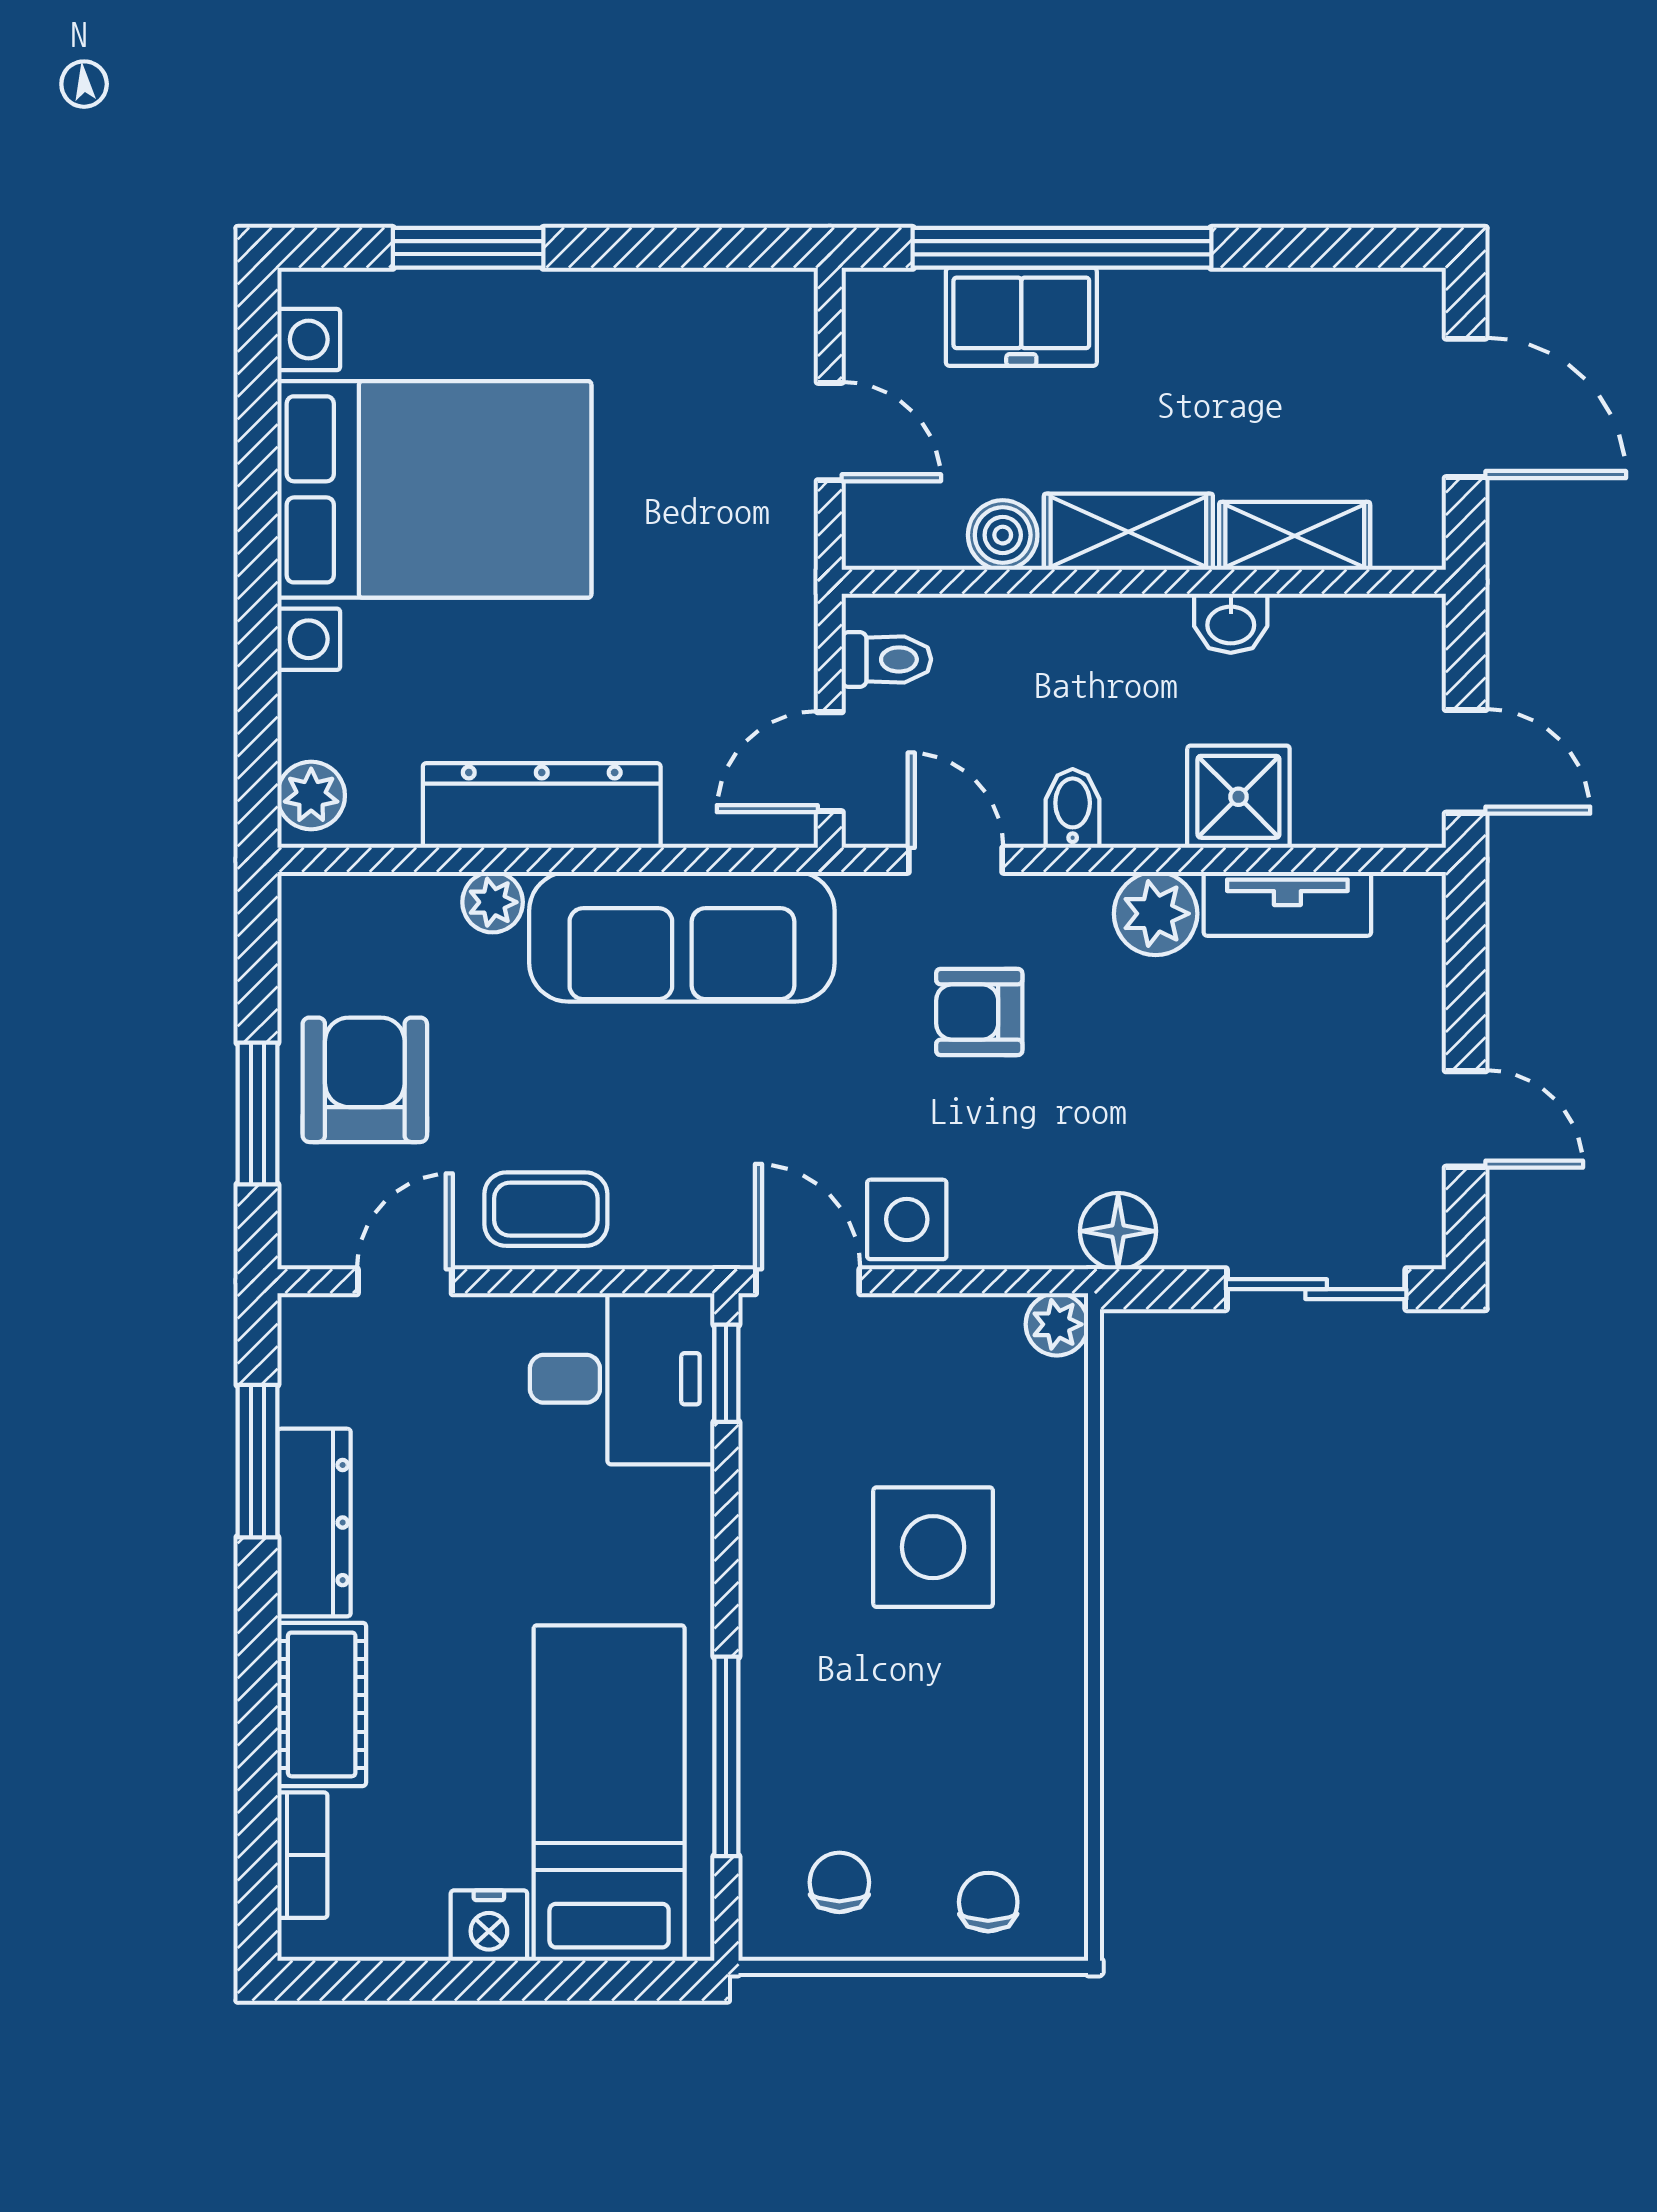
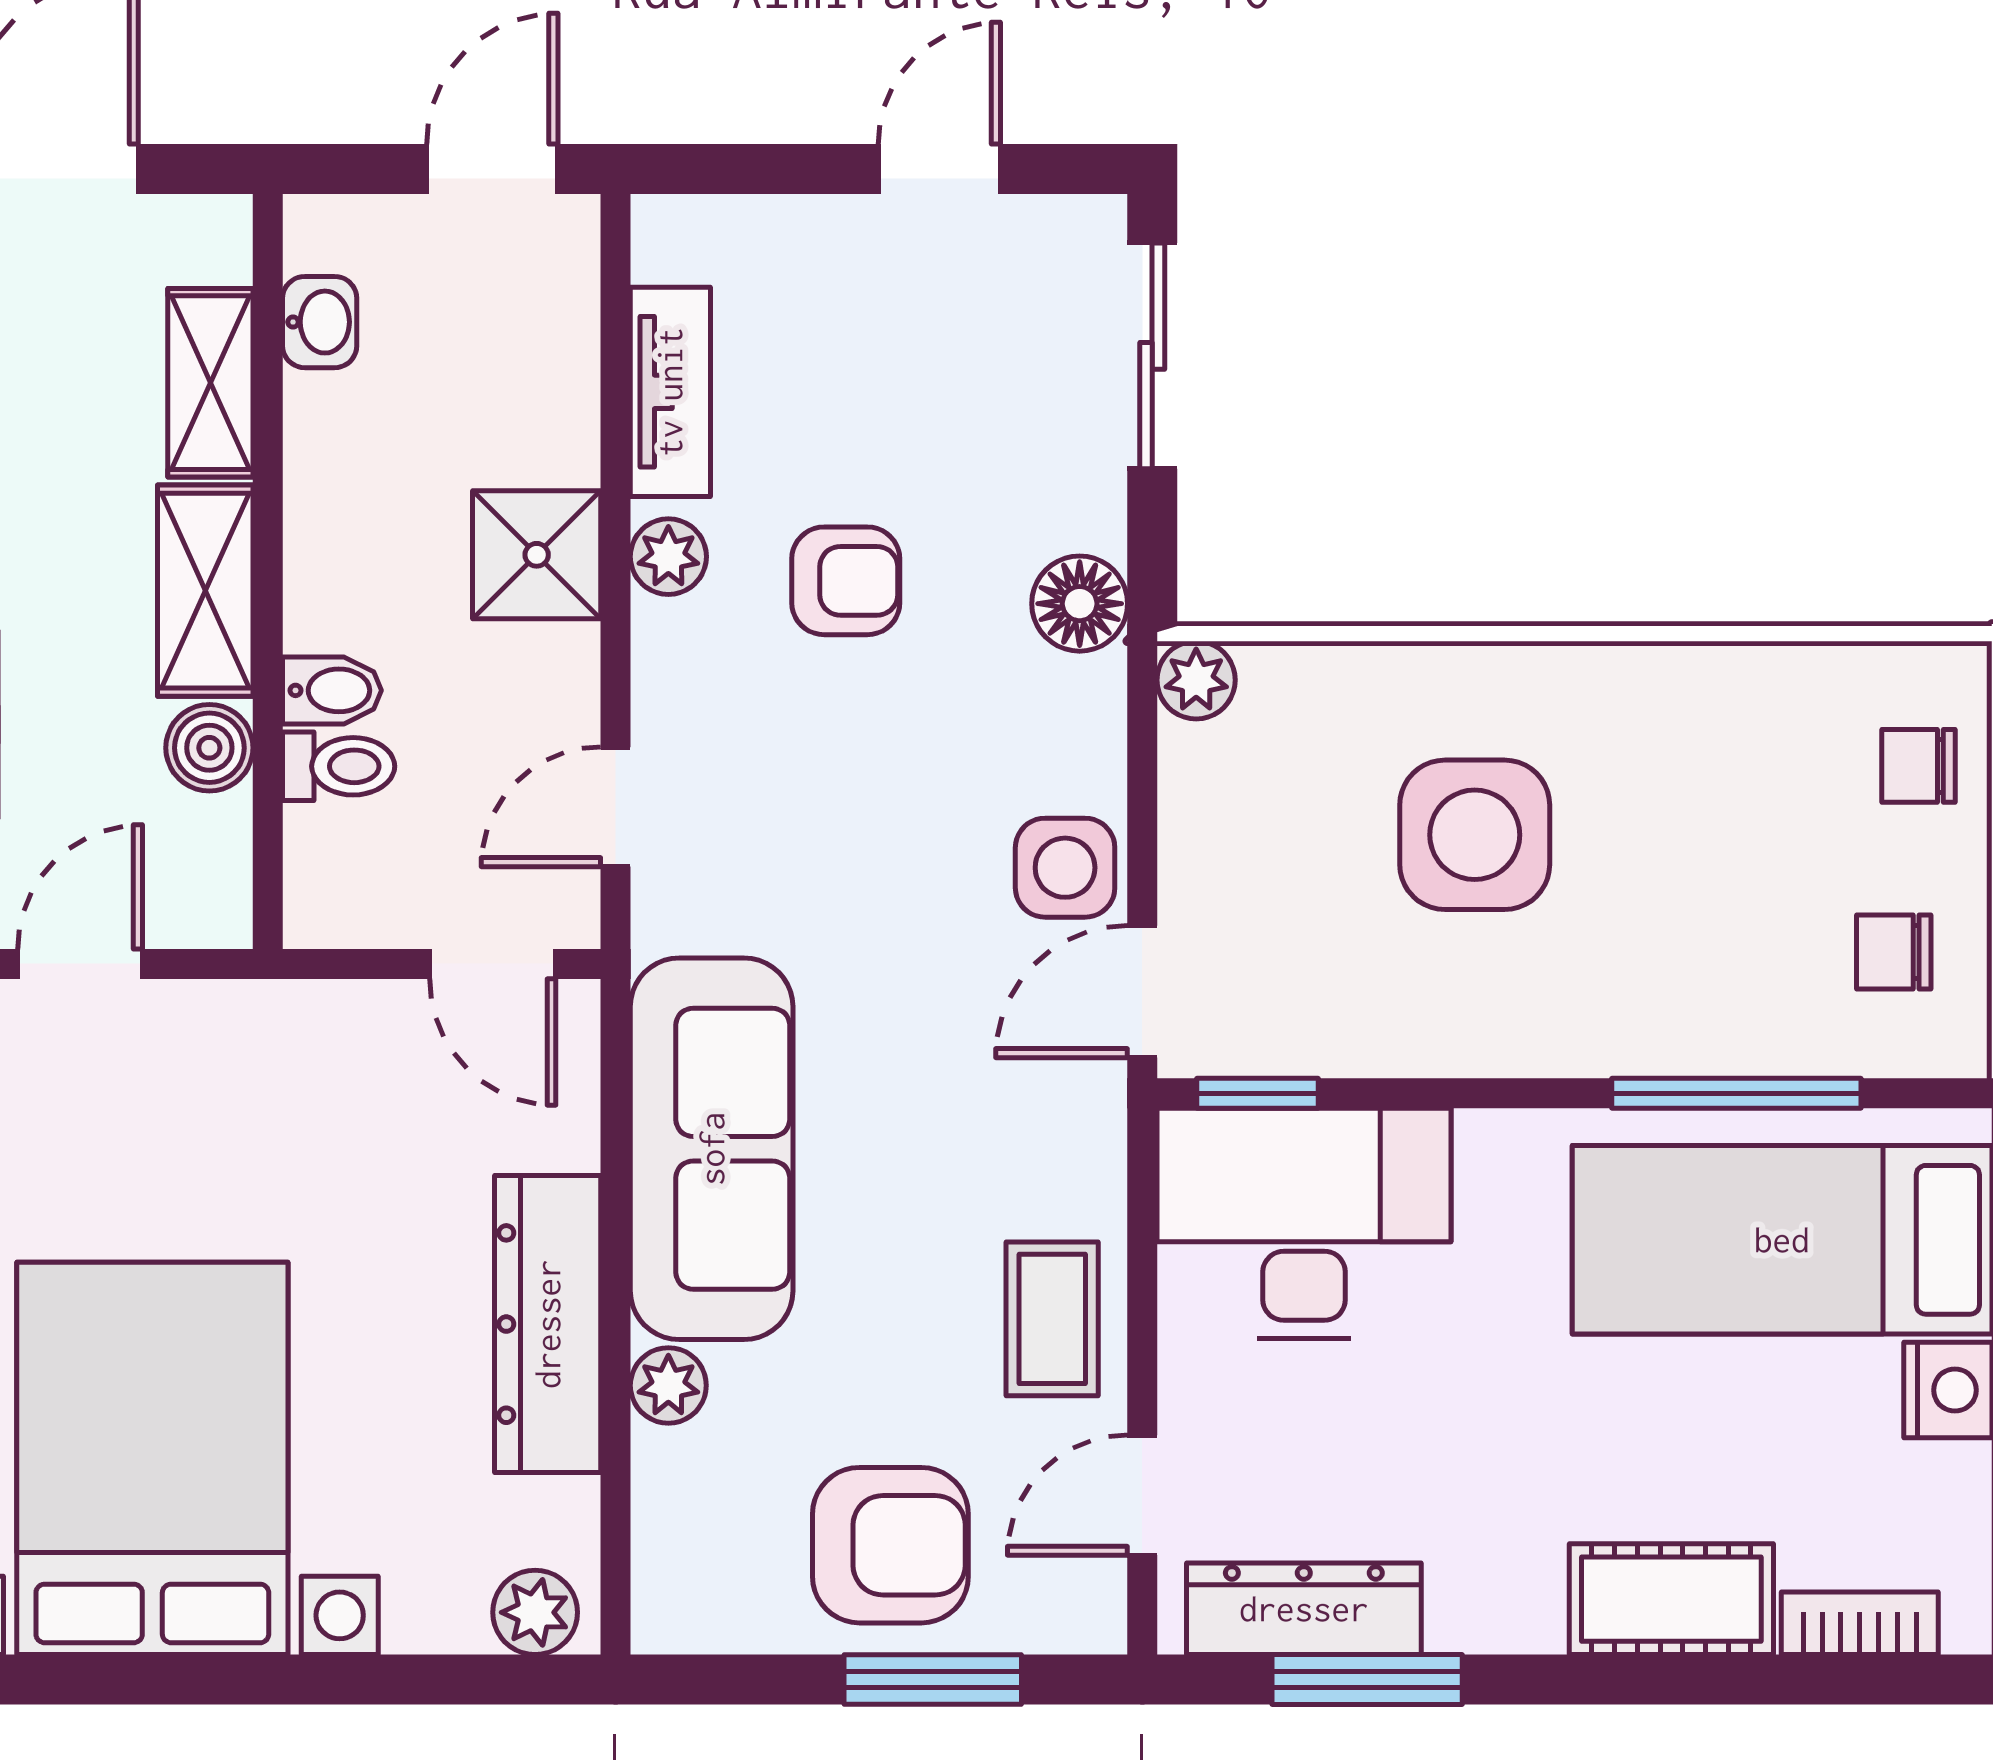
washbasin: (1231, 623) -> (320, 322), moved
toilet: (886, 659) -> (339, 766), moved, turned 90
shower: (1238, 797) -> (537, 555), moved
bidet: (1073, 808) -> (332, 690), moved, turned 180
plant: (1156, 914) -> (668, 557), width x0.73, depth x0.73
armchair: (979, 1012) -> (846, 581), moved, turned -90
armchair: (365, 1080) -> (890, 1545), turned 180
door: (405, 1281) -> (1142, 1495), hinge flipped
desk: (622, 1379) -> (1304, 1224), width x1.37
dresser: (314, 1523) -> (1304, 1609), moved

